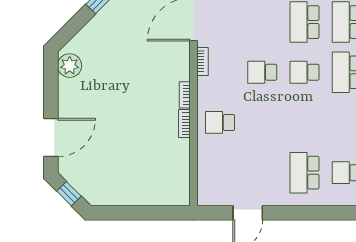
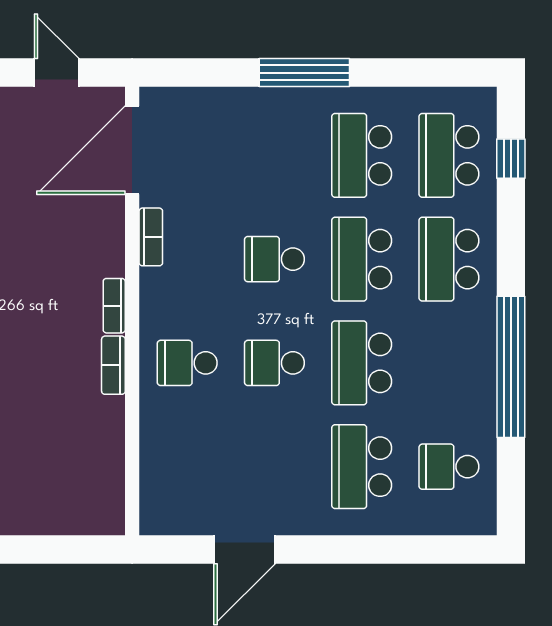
school desk: (304, 72) -> (362, 259), width x1.85
school desk: (262, 122) -> (274, 363), added
school desk: (304, 122) -> (362, 363), added

